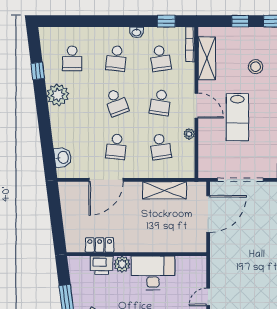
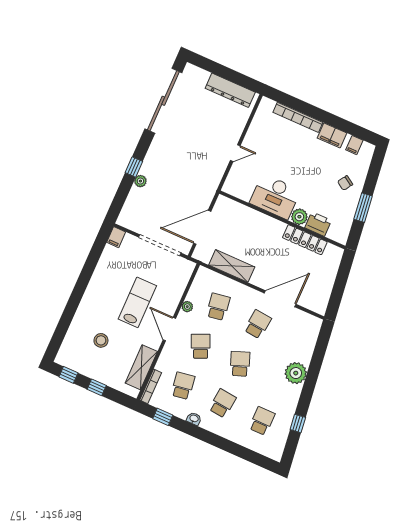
plant: (58, 95) -> (296, 373), moved
school desk: (160, 103) -> (201, 346), turned -33
washbasin: (63, 157) -> (310, 336), removed
locker: (100, 245) -> (305, 240), width x1.53

